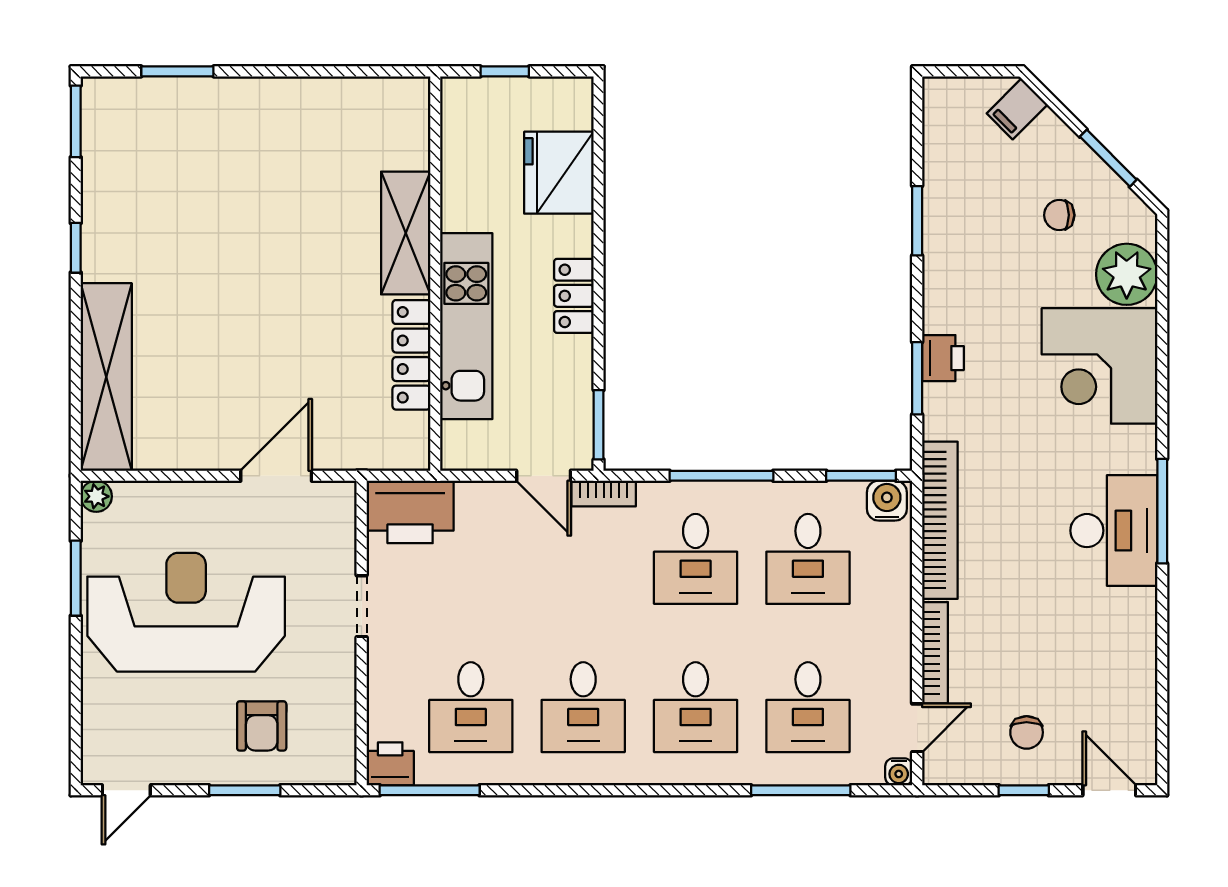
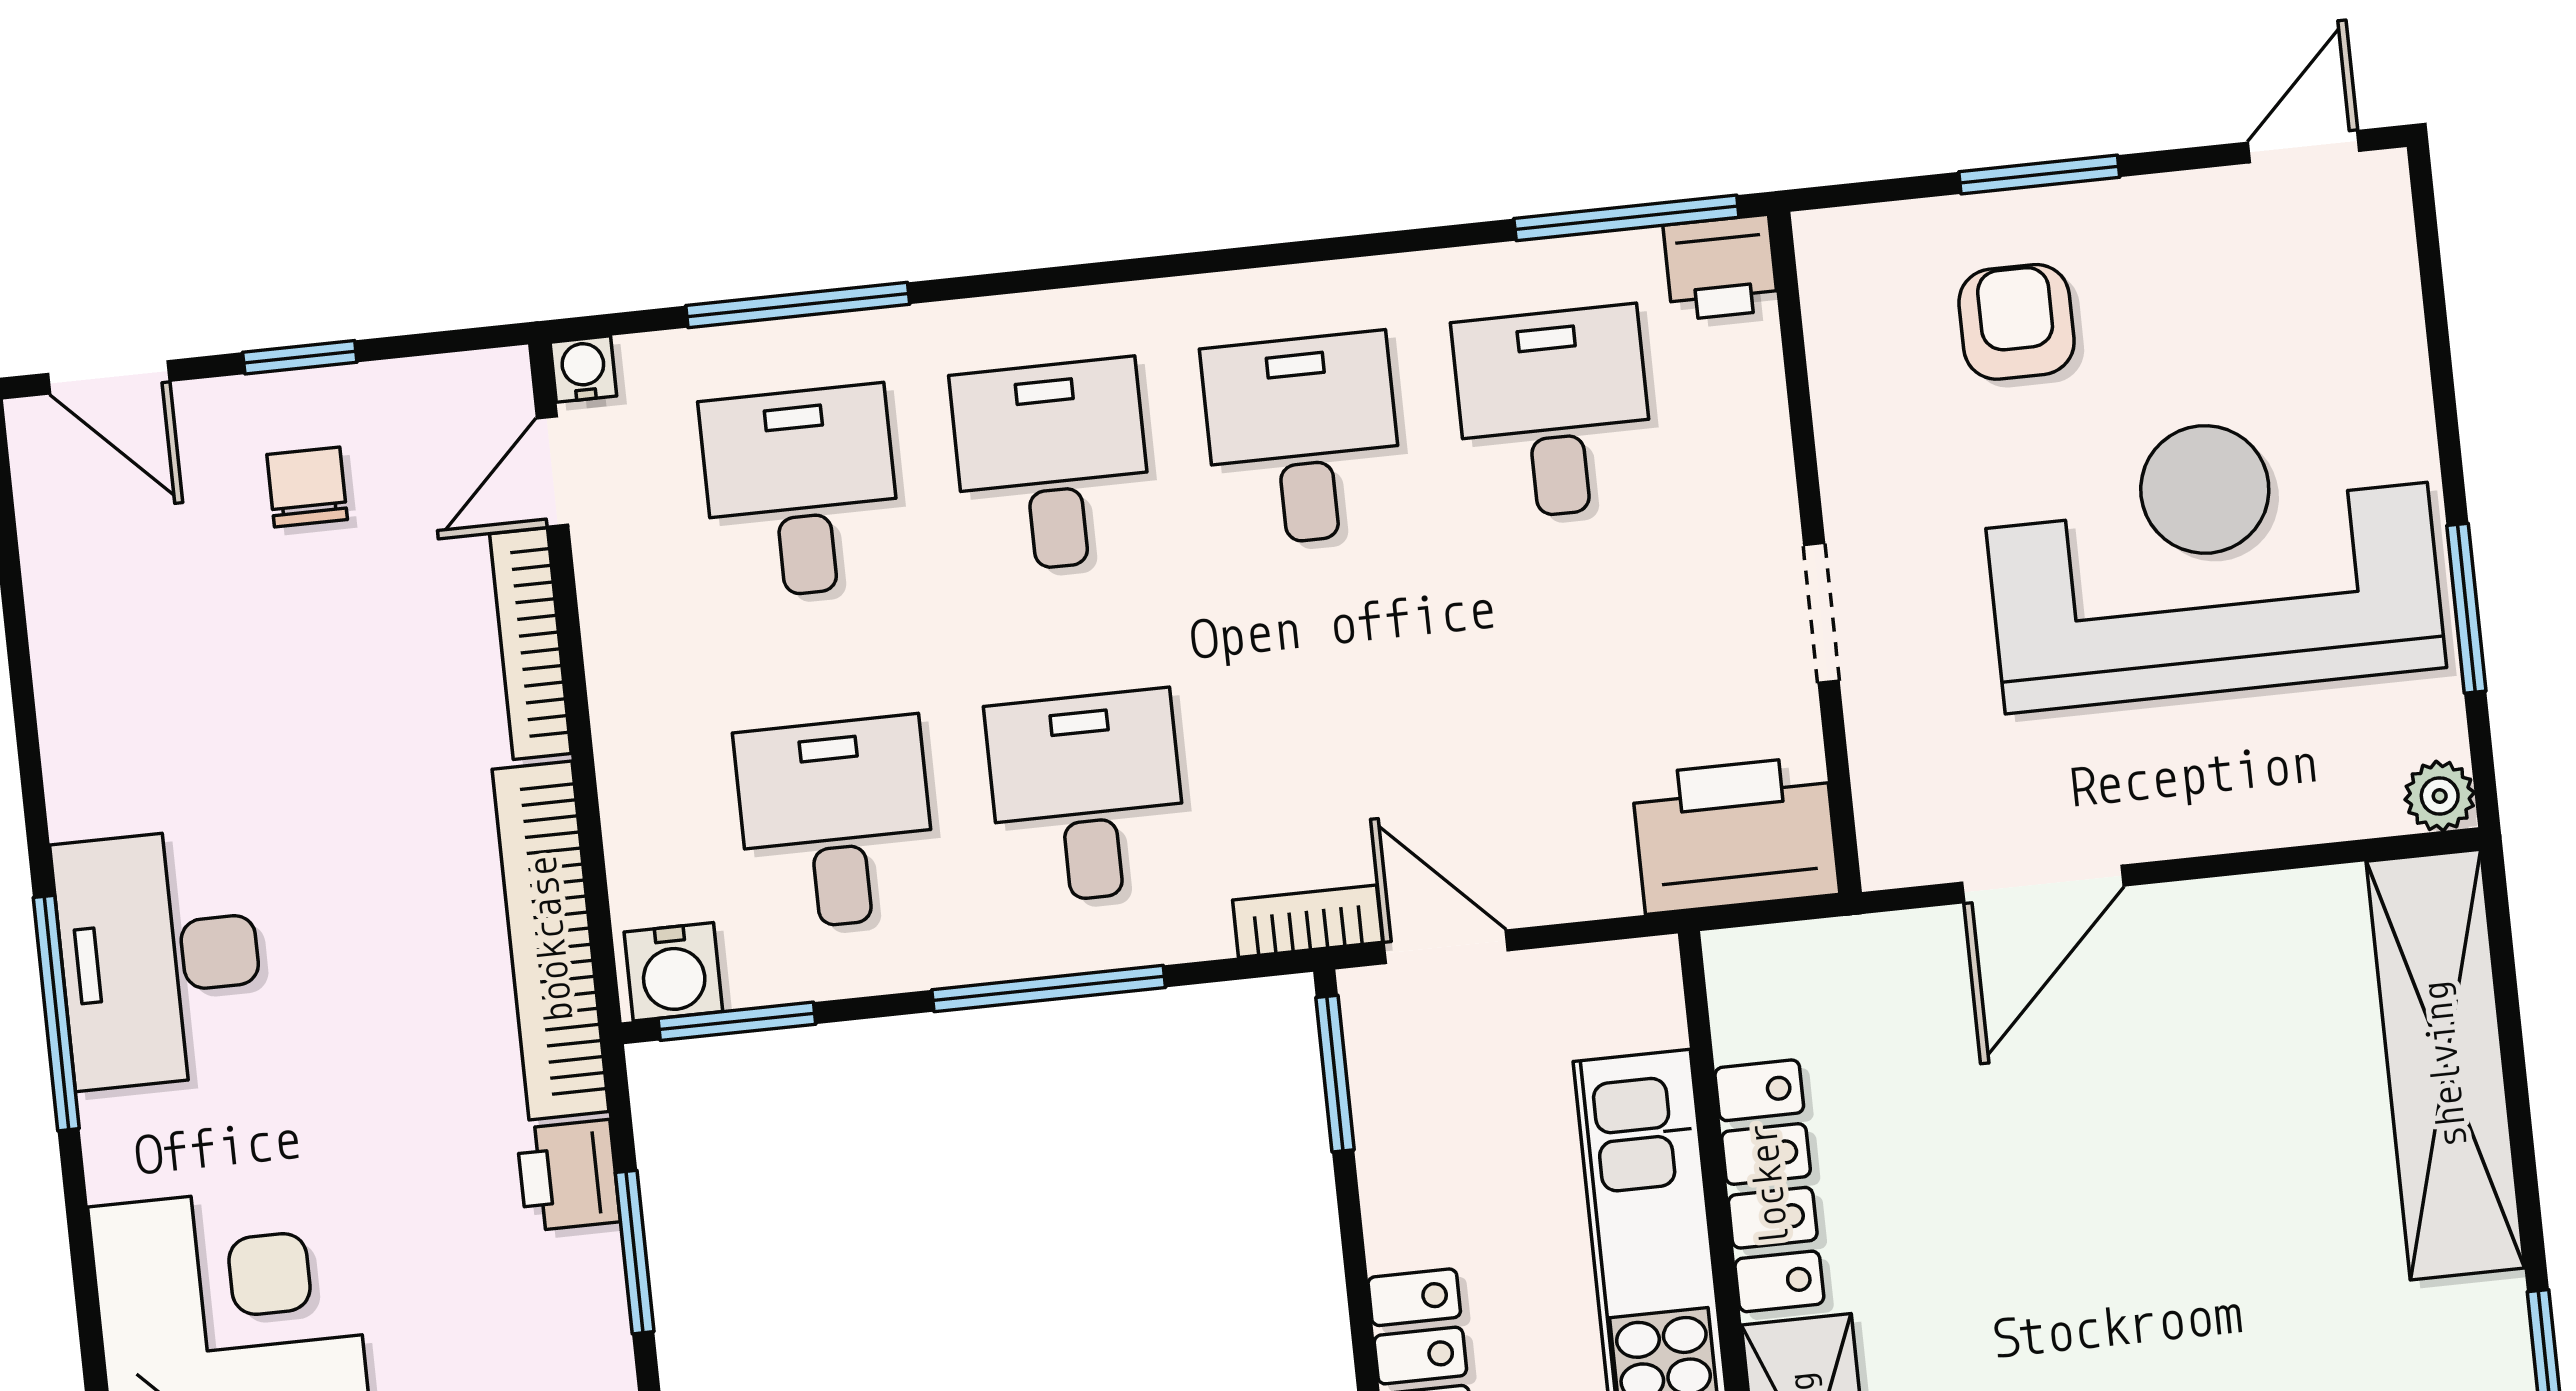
printer: (943, 358) -> (568, 1175), moved
reception desk: (186, 612) -> (2212, 558), turned 180

